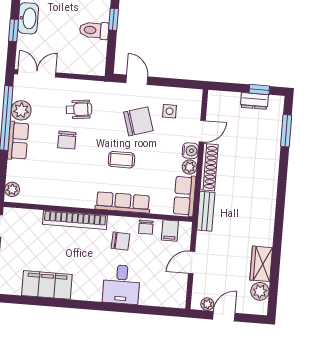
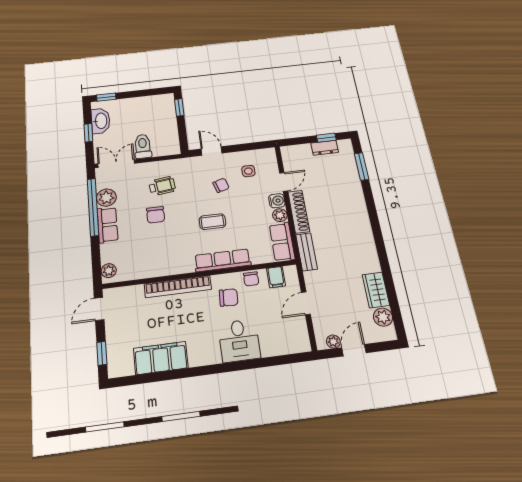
toilet: (94, 30) -> (143, 146), moved, turned 90
chair: (138, 121) -> (221, 185), width x0.54, depth x0.54

